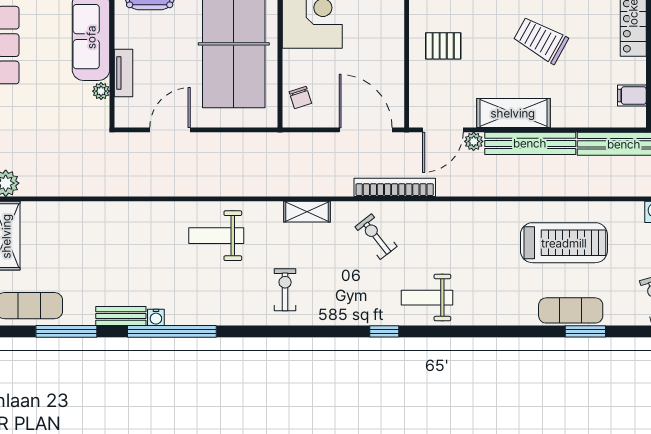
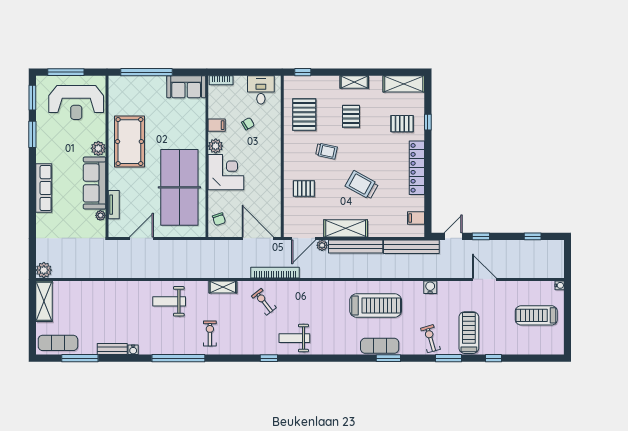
window: (172, 331) -> (178, 358), moved

